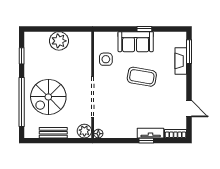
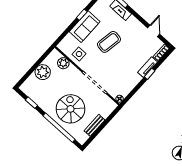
spiral stairs: (48, 97) -> (70, 109), turned 180
door: (189, 109) -> (154, 31), hinge flipped
plant: (84, 131) -> (63, 63), moved

